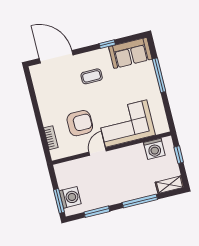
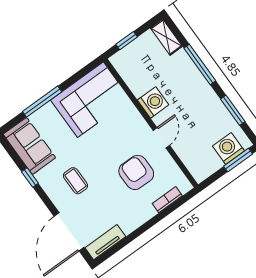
tv unit: (38, 80) -> (105, 242), added
corner sofa: (126, 124) -> (90, 100), moved, turned -90
washing machine: (154, 149) -> (153, 102), moved
door: (98, 152) -> (161, 138), swing flipped

